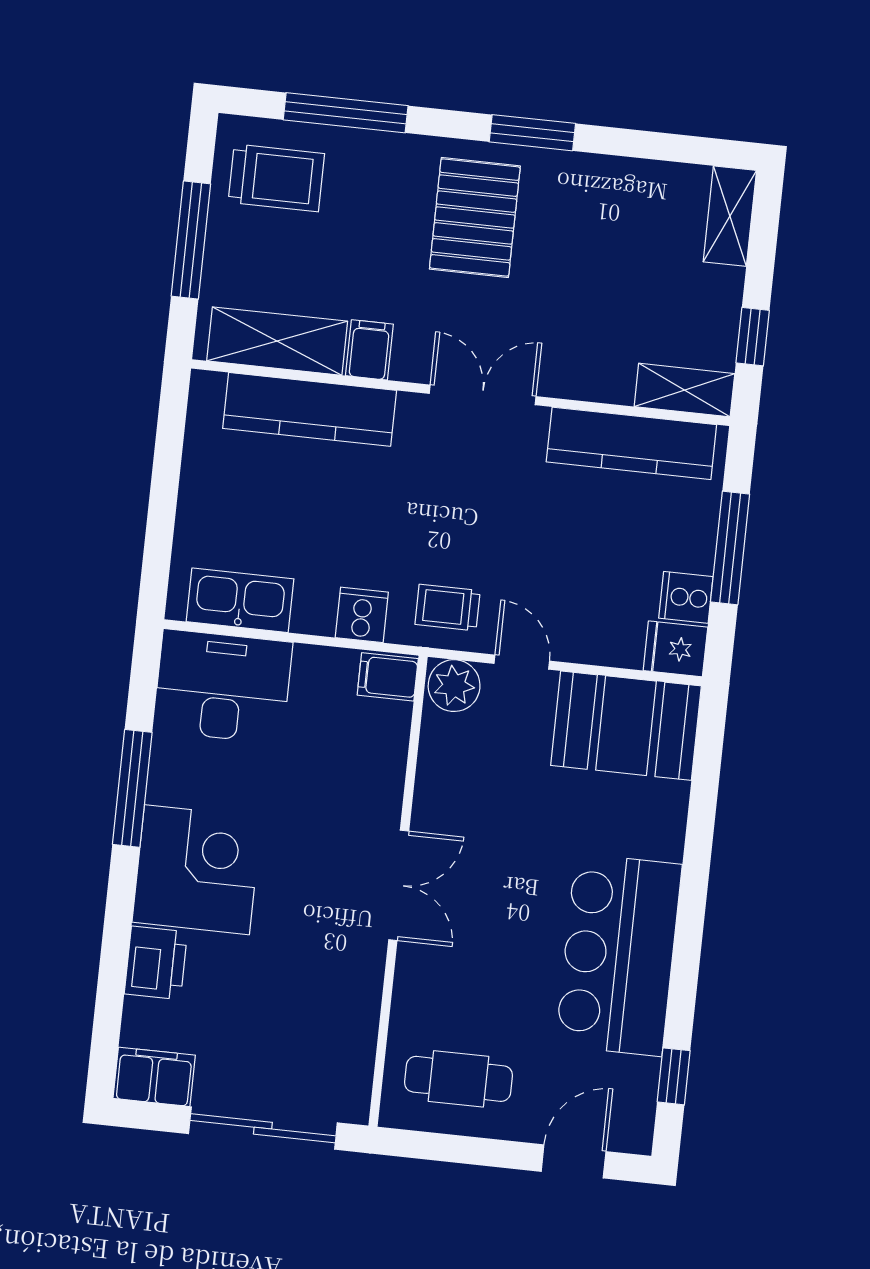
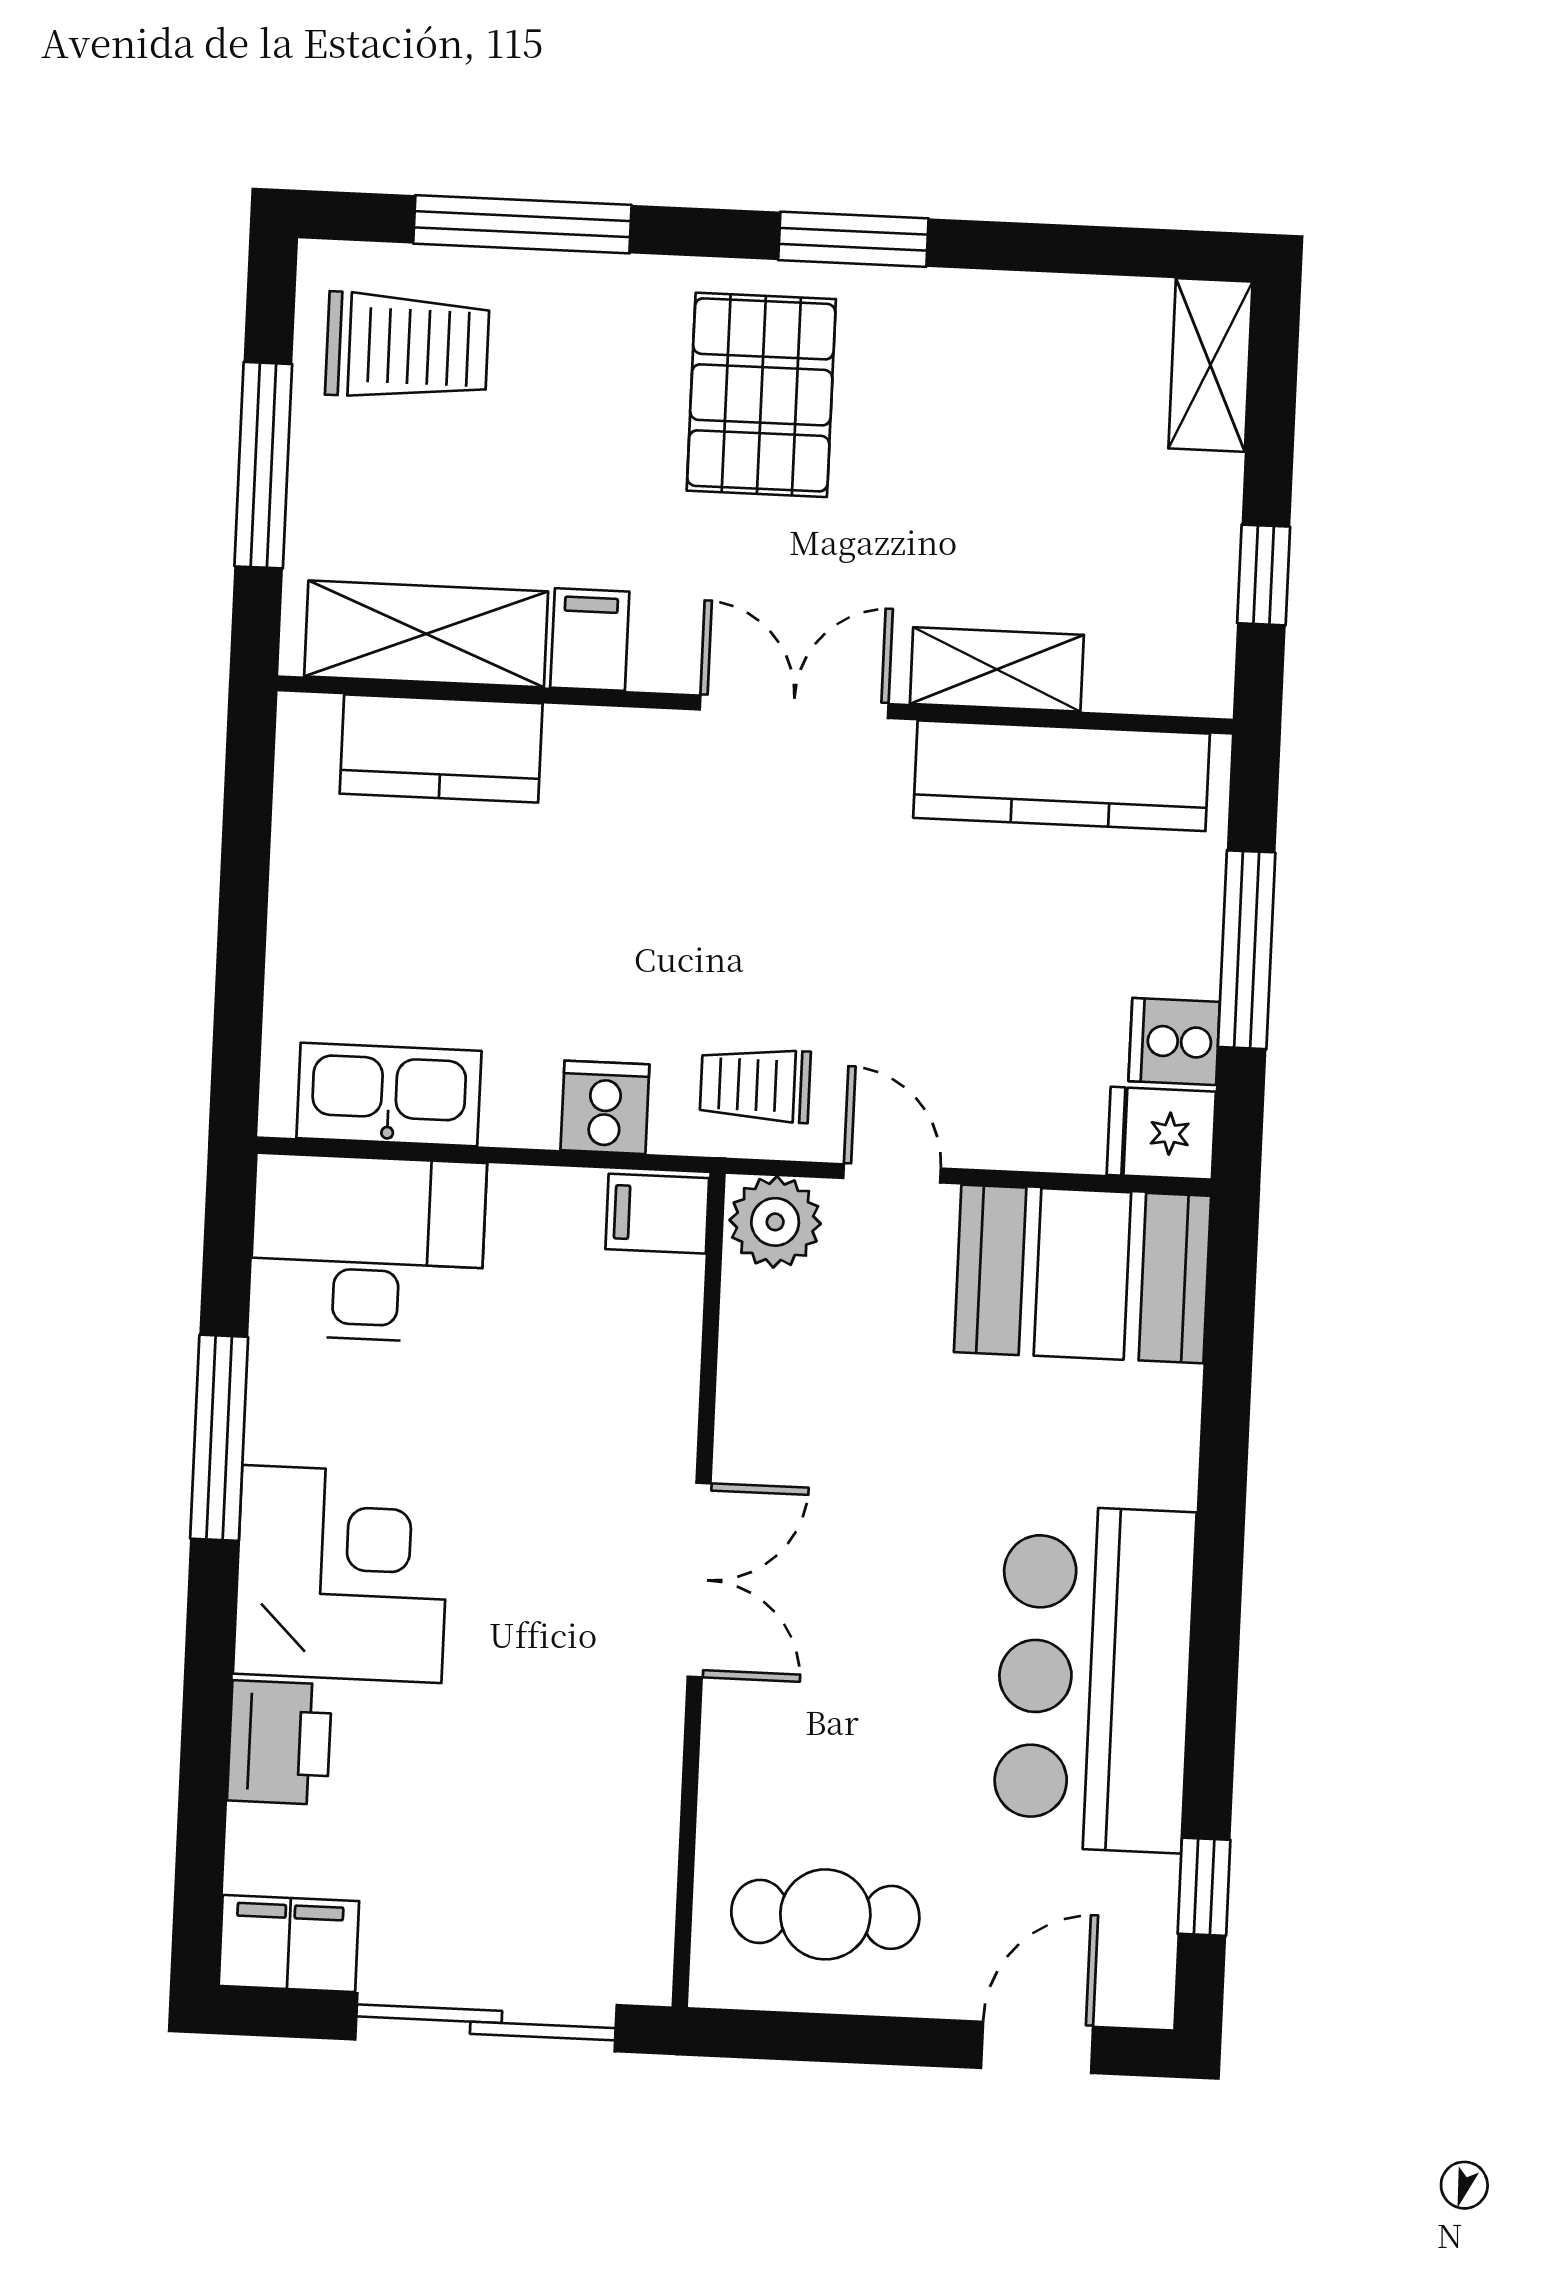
shelving: (684, 390) -> (997, 669), moved
kitchen counter: (310, 409) -> (441, 749), width x0.67

